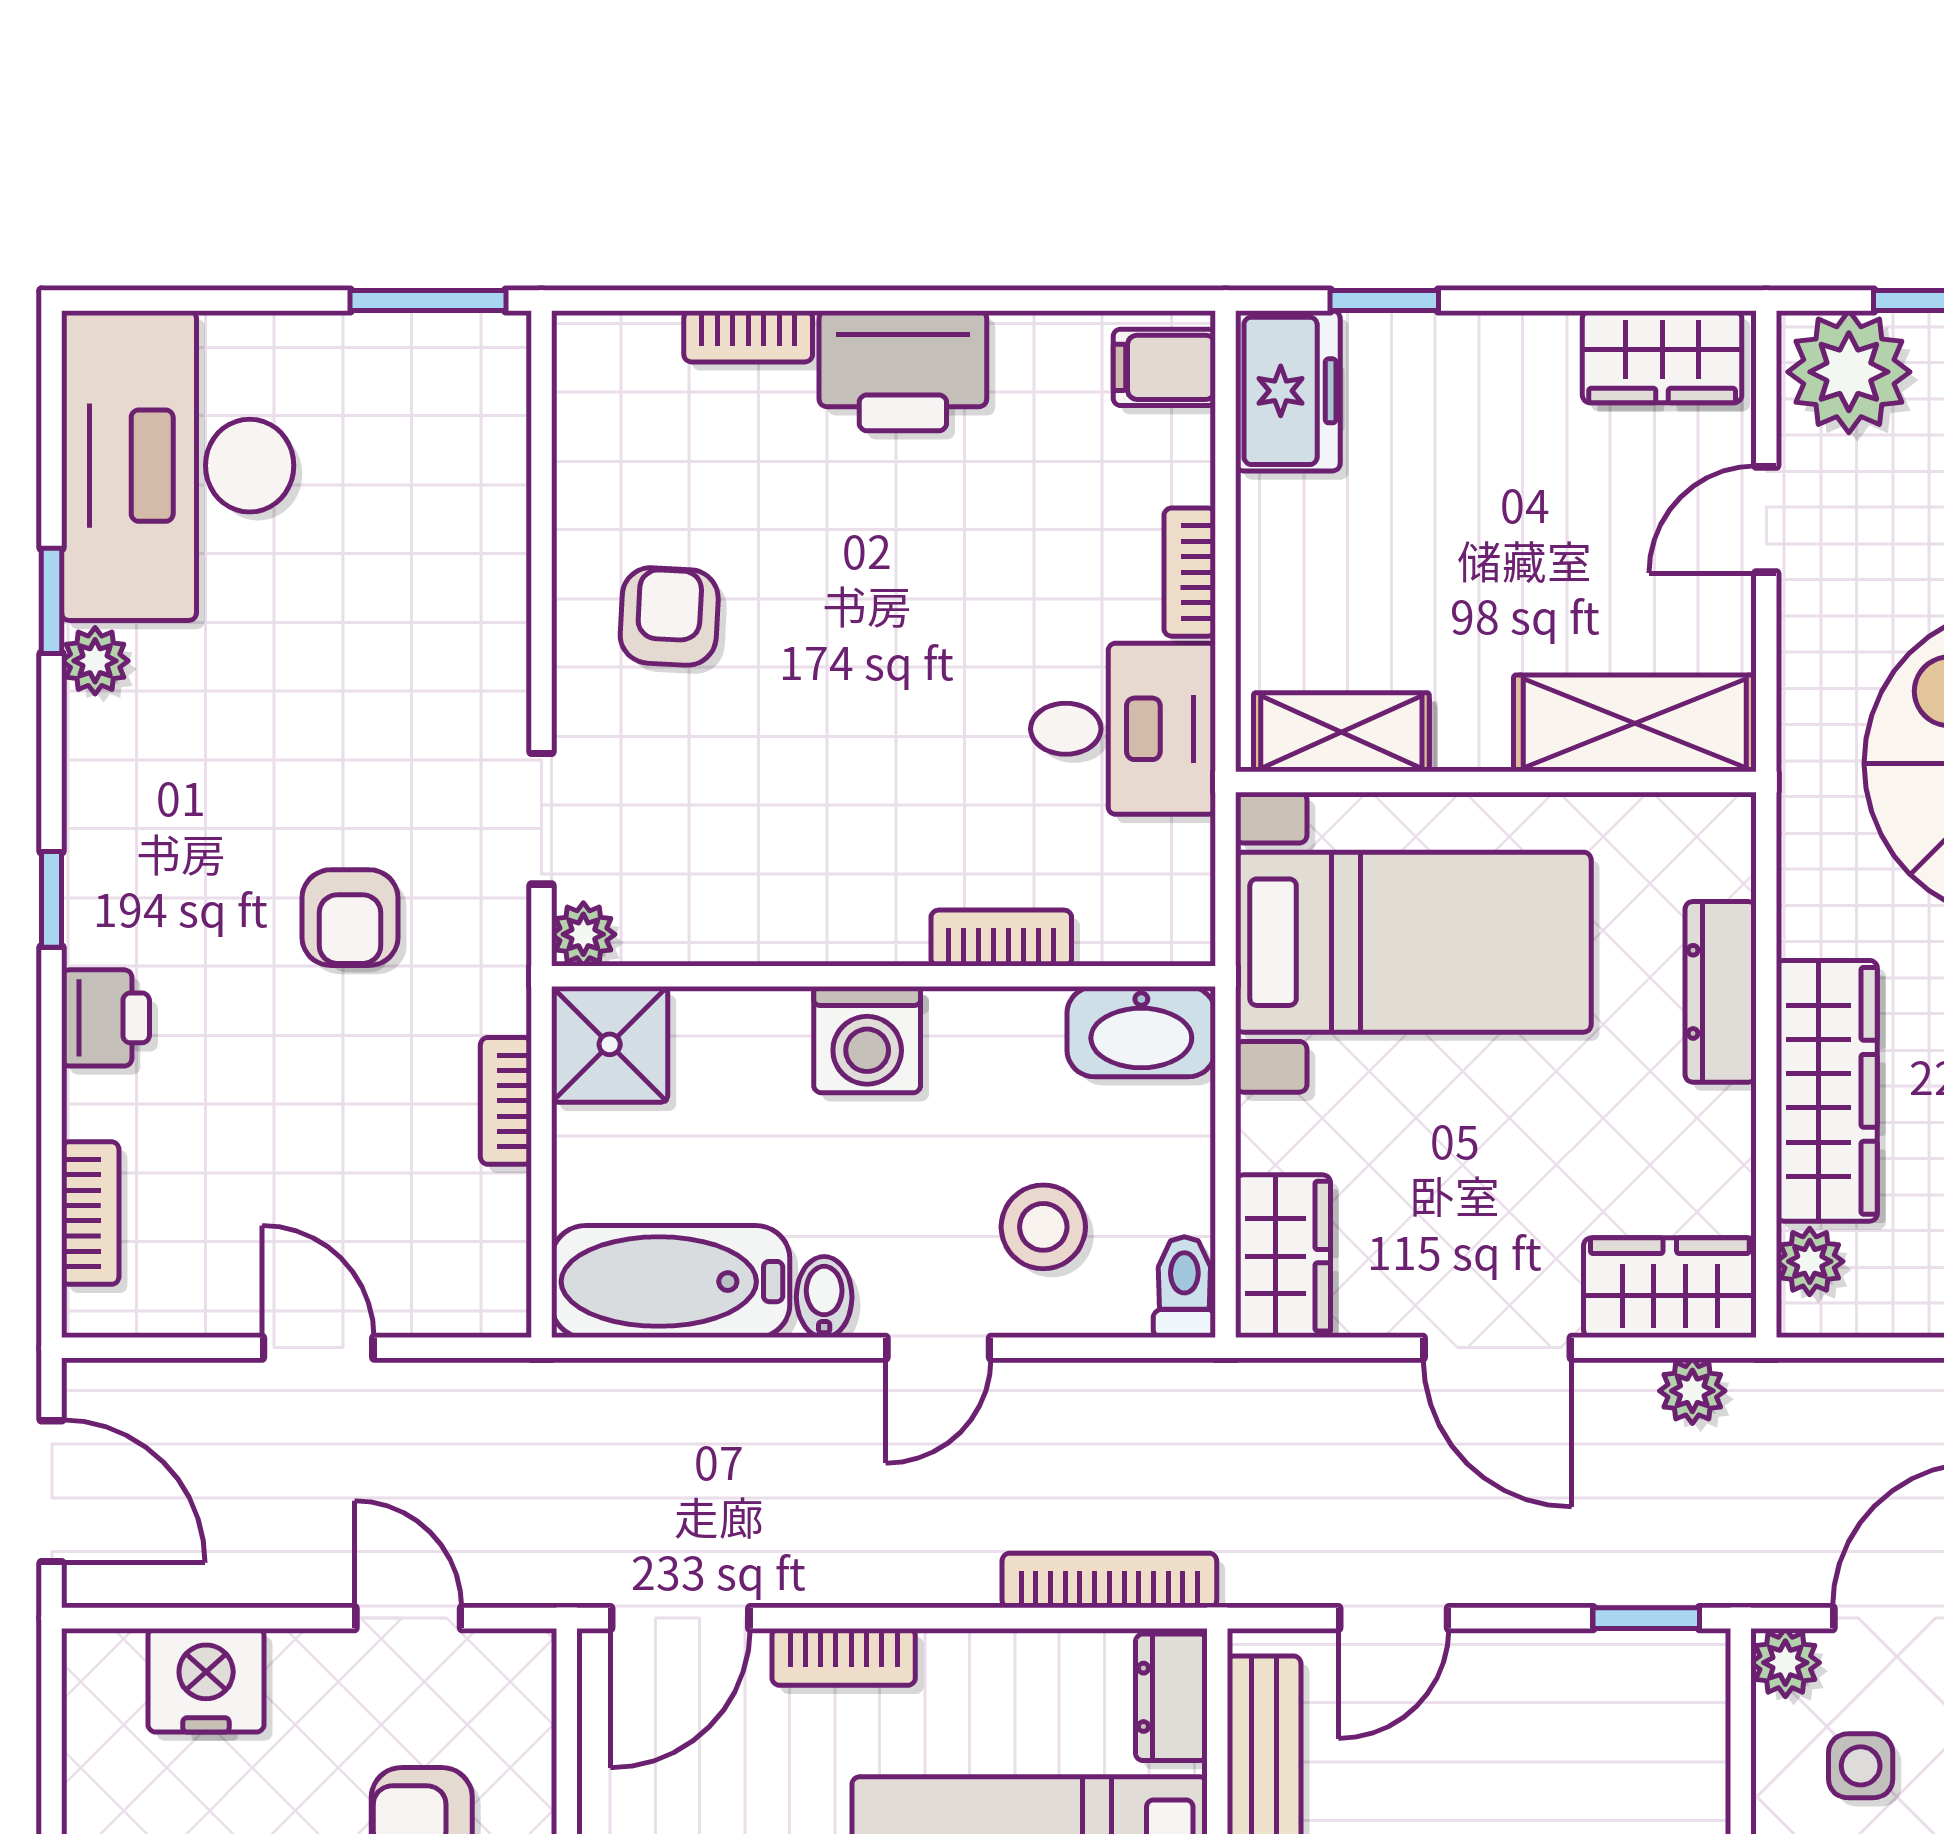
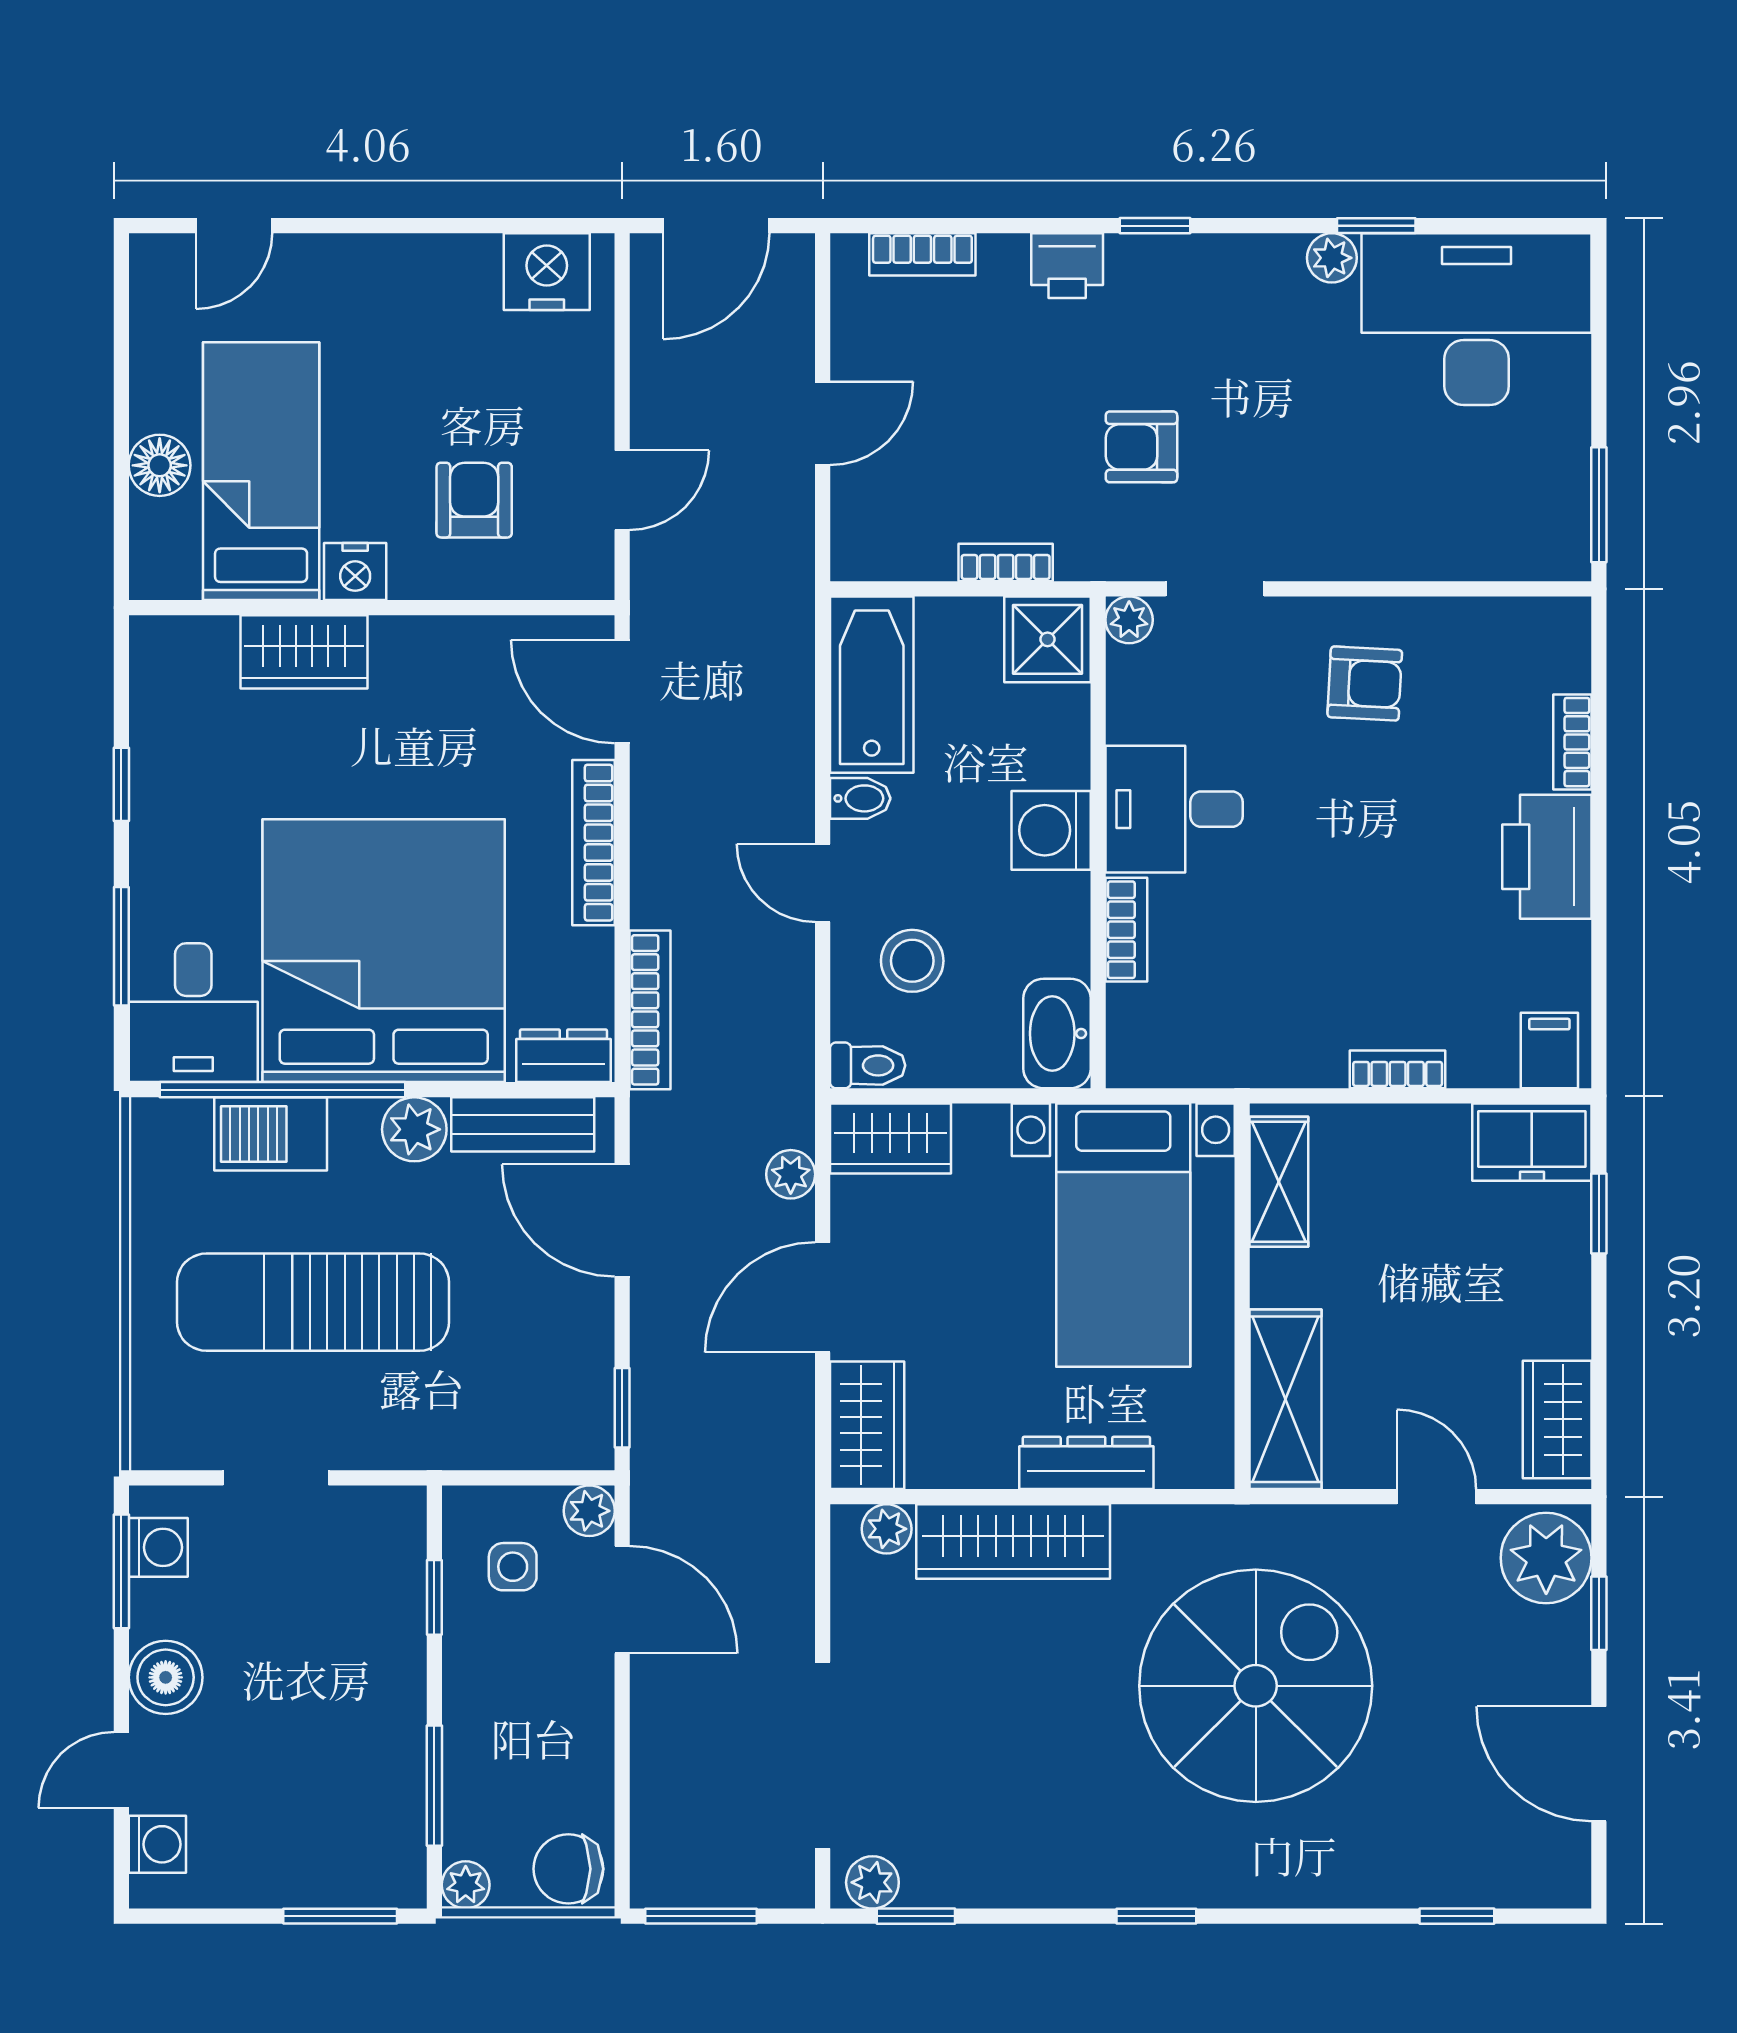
desk: (1123, 729) -> (1174, 809), moved, turned 90
plant: (1692, 1391) -> (791, 1174), moved
door: (1394, 1618) -> (622, 1221), width x1.38
bookcase: (844, 1657) -> (593, 843), width x1.56
nightstand: (206, 1680) -> (547, 272), moved, turned -90

